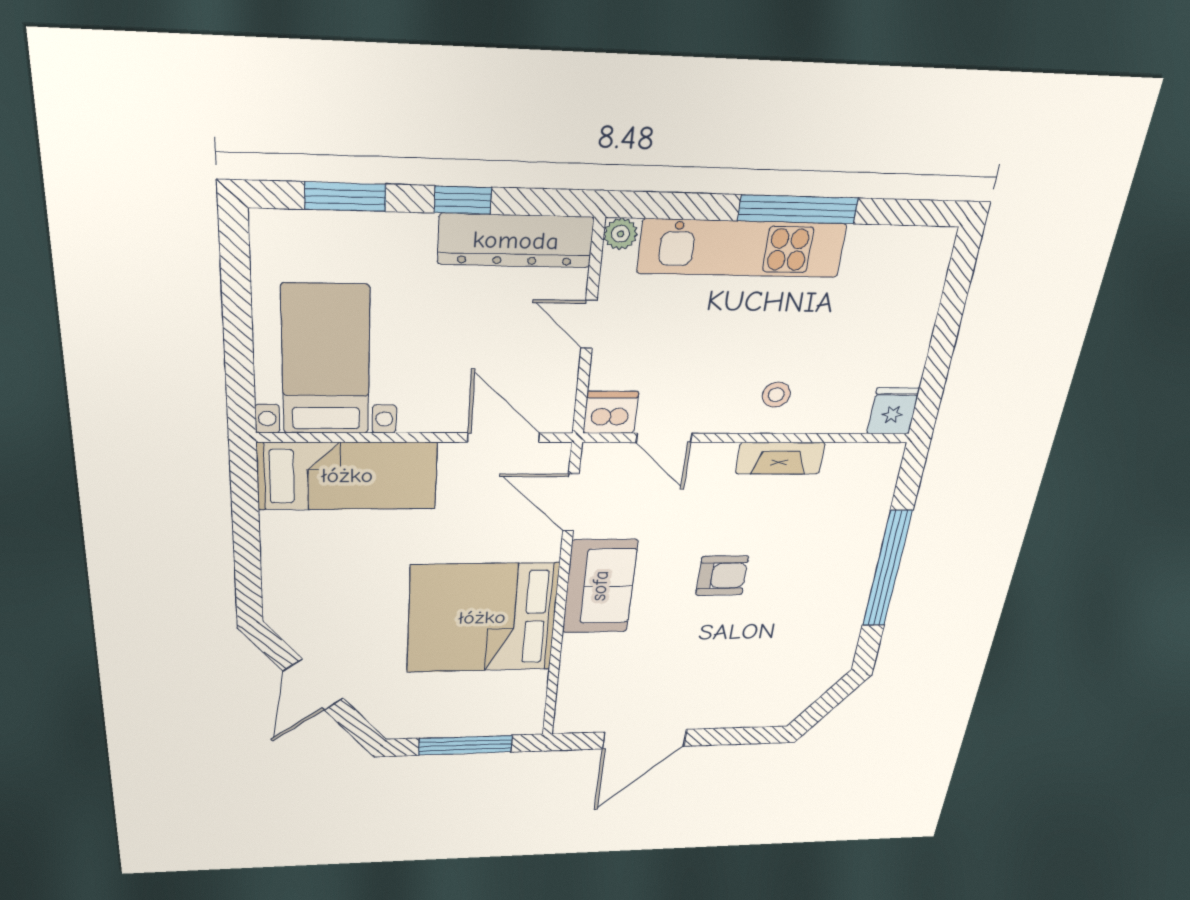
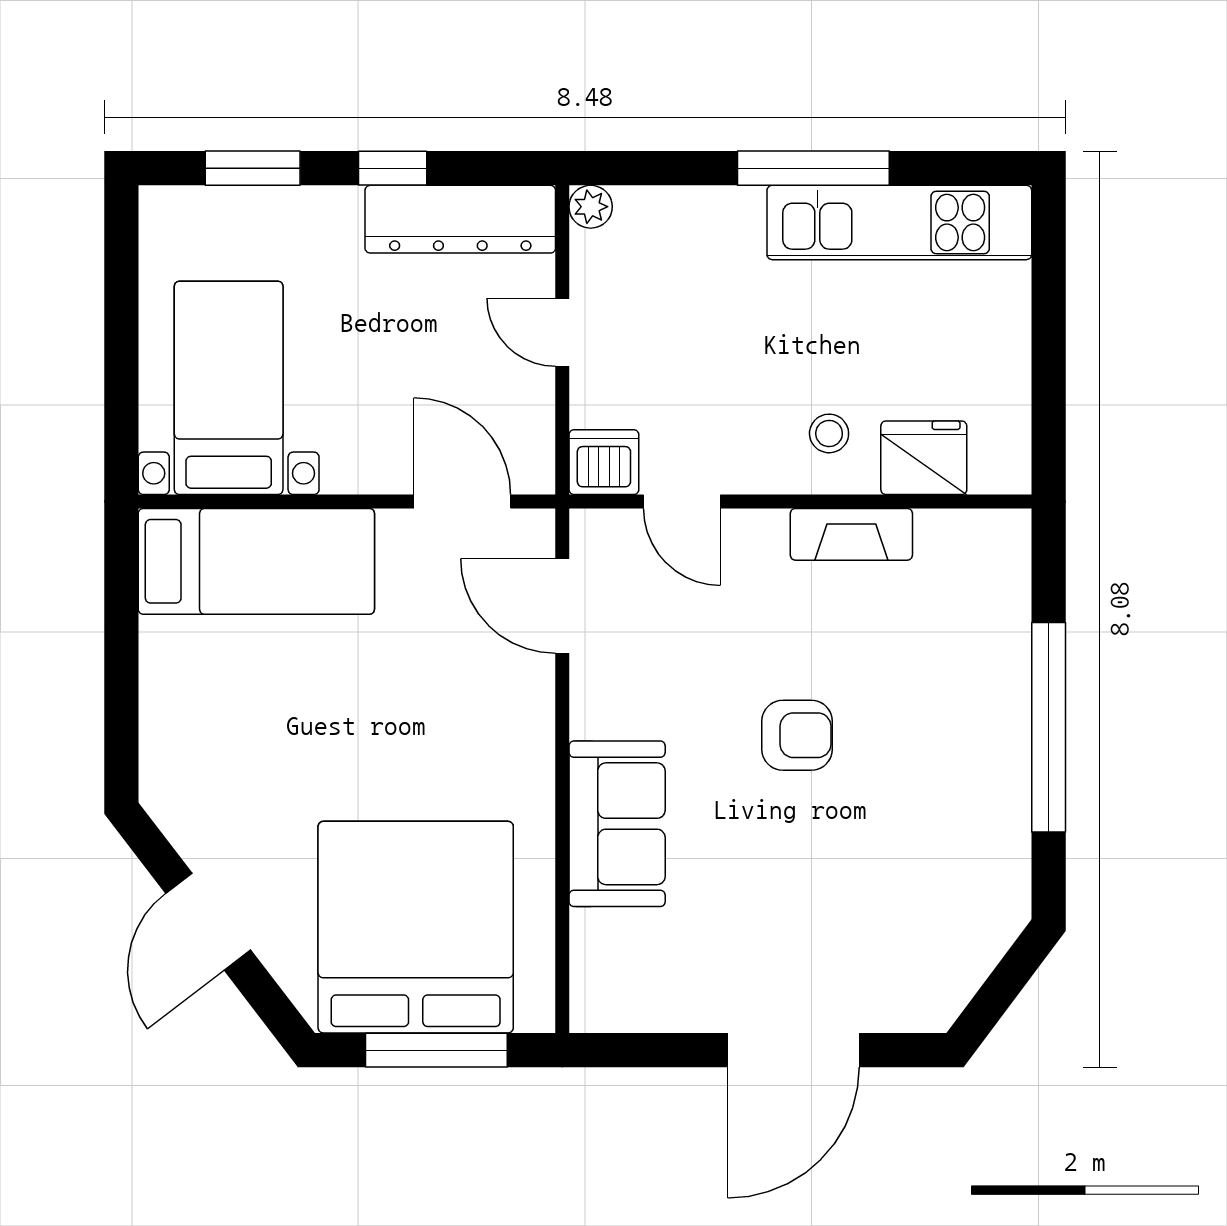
kitchen unit: (742, 248) -> (899, 222), moved
fridge: (893, 411) -> (924, 458), moved, width x1.38
sofa: (600, 586) -> (617, 824), moved
bed: (482, 618) -> (416, 927), moved, turned 90
door: (644, 739) -> (794, 1050), moved

